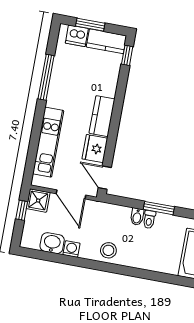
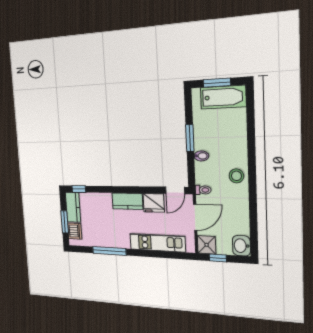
toilet: (149, 219) -> (203, 190), moved
washbasin: (52, 243) -> (241, 246), moved
washing machine: (71, 249) -> (242, 209), removed

